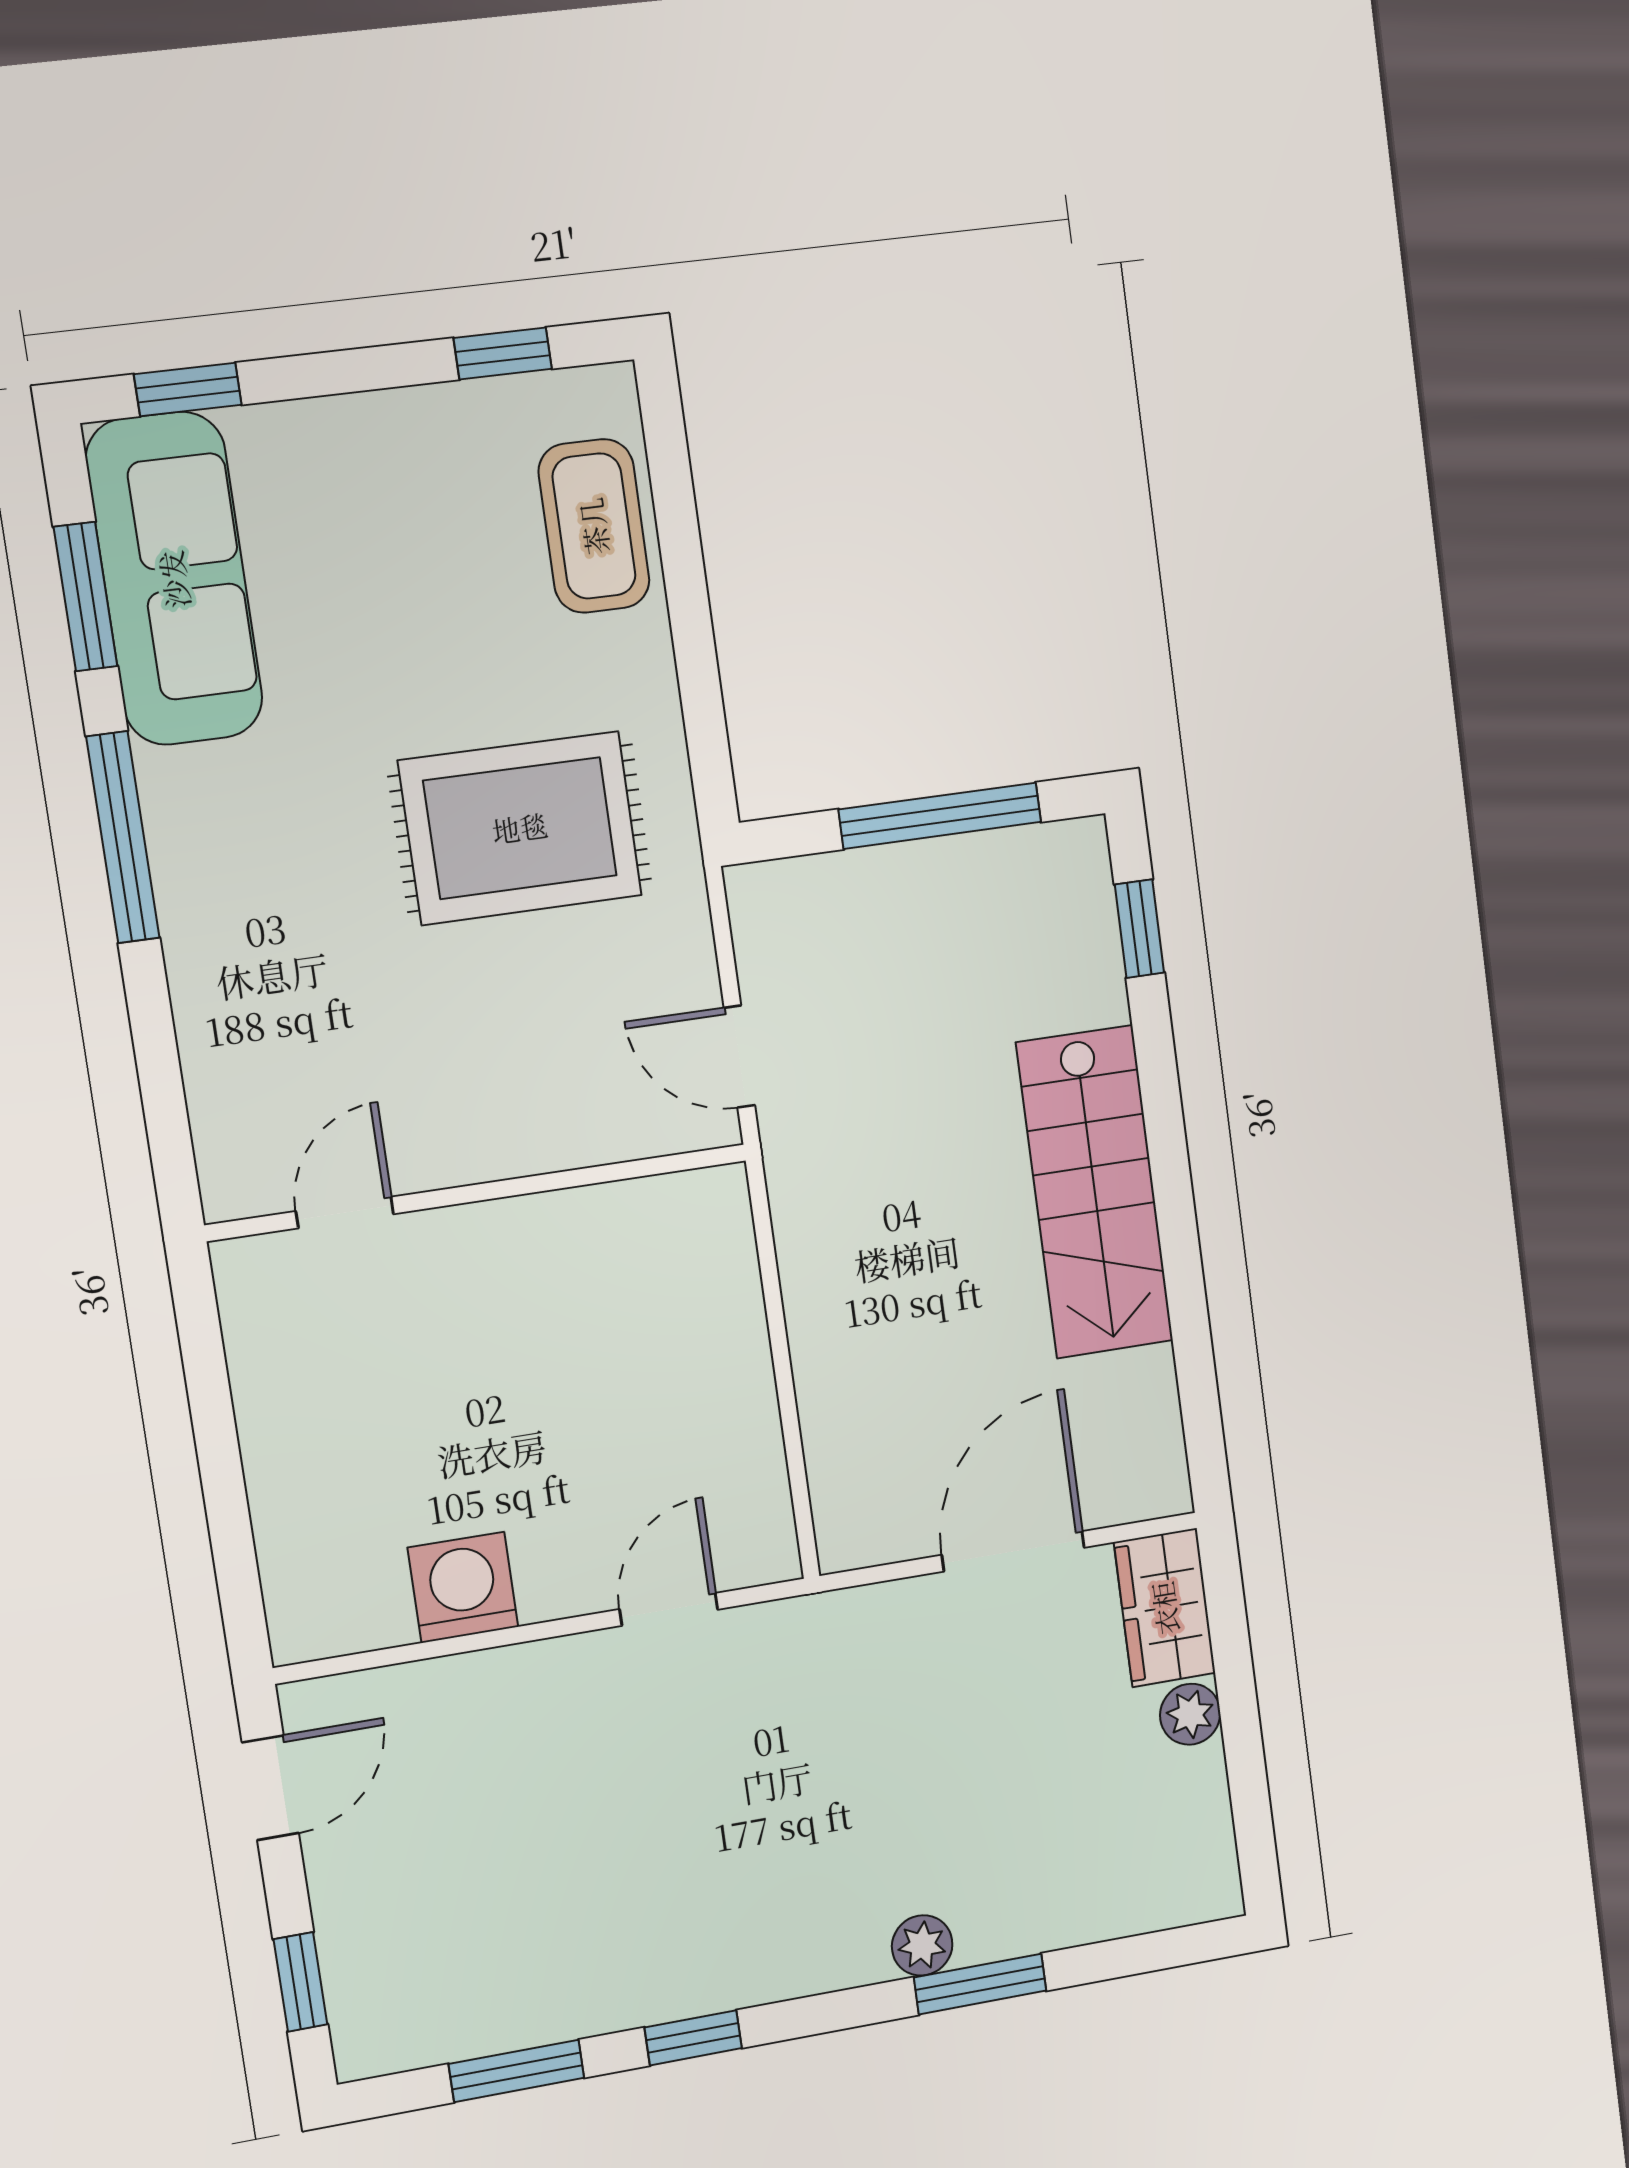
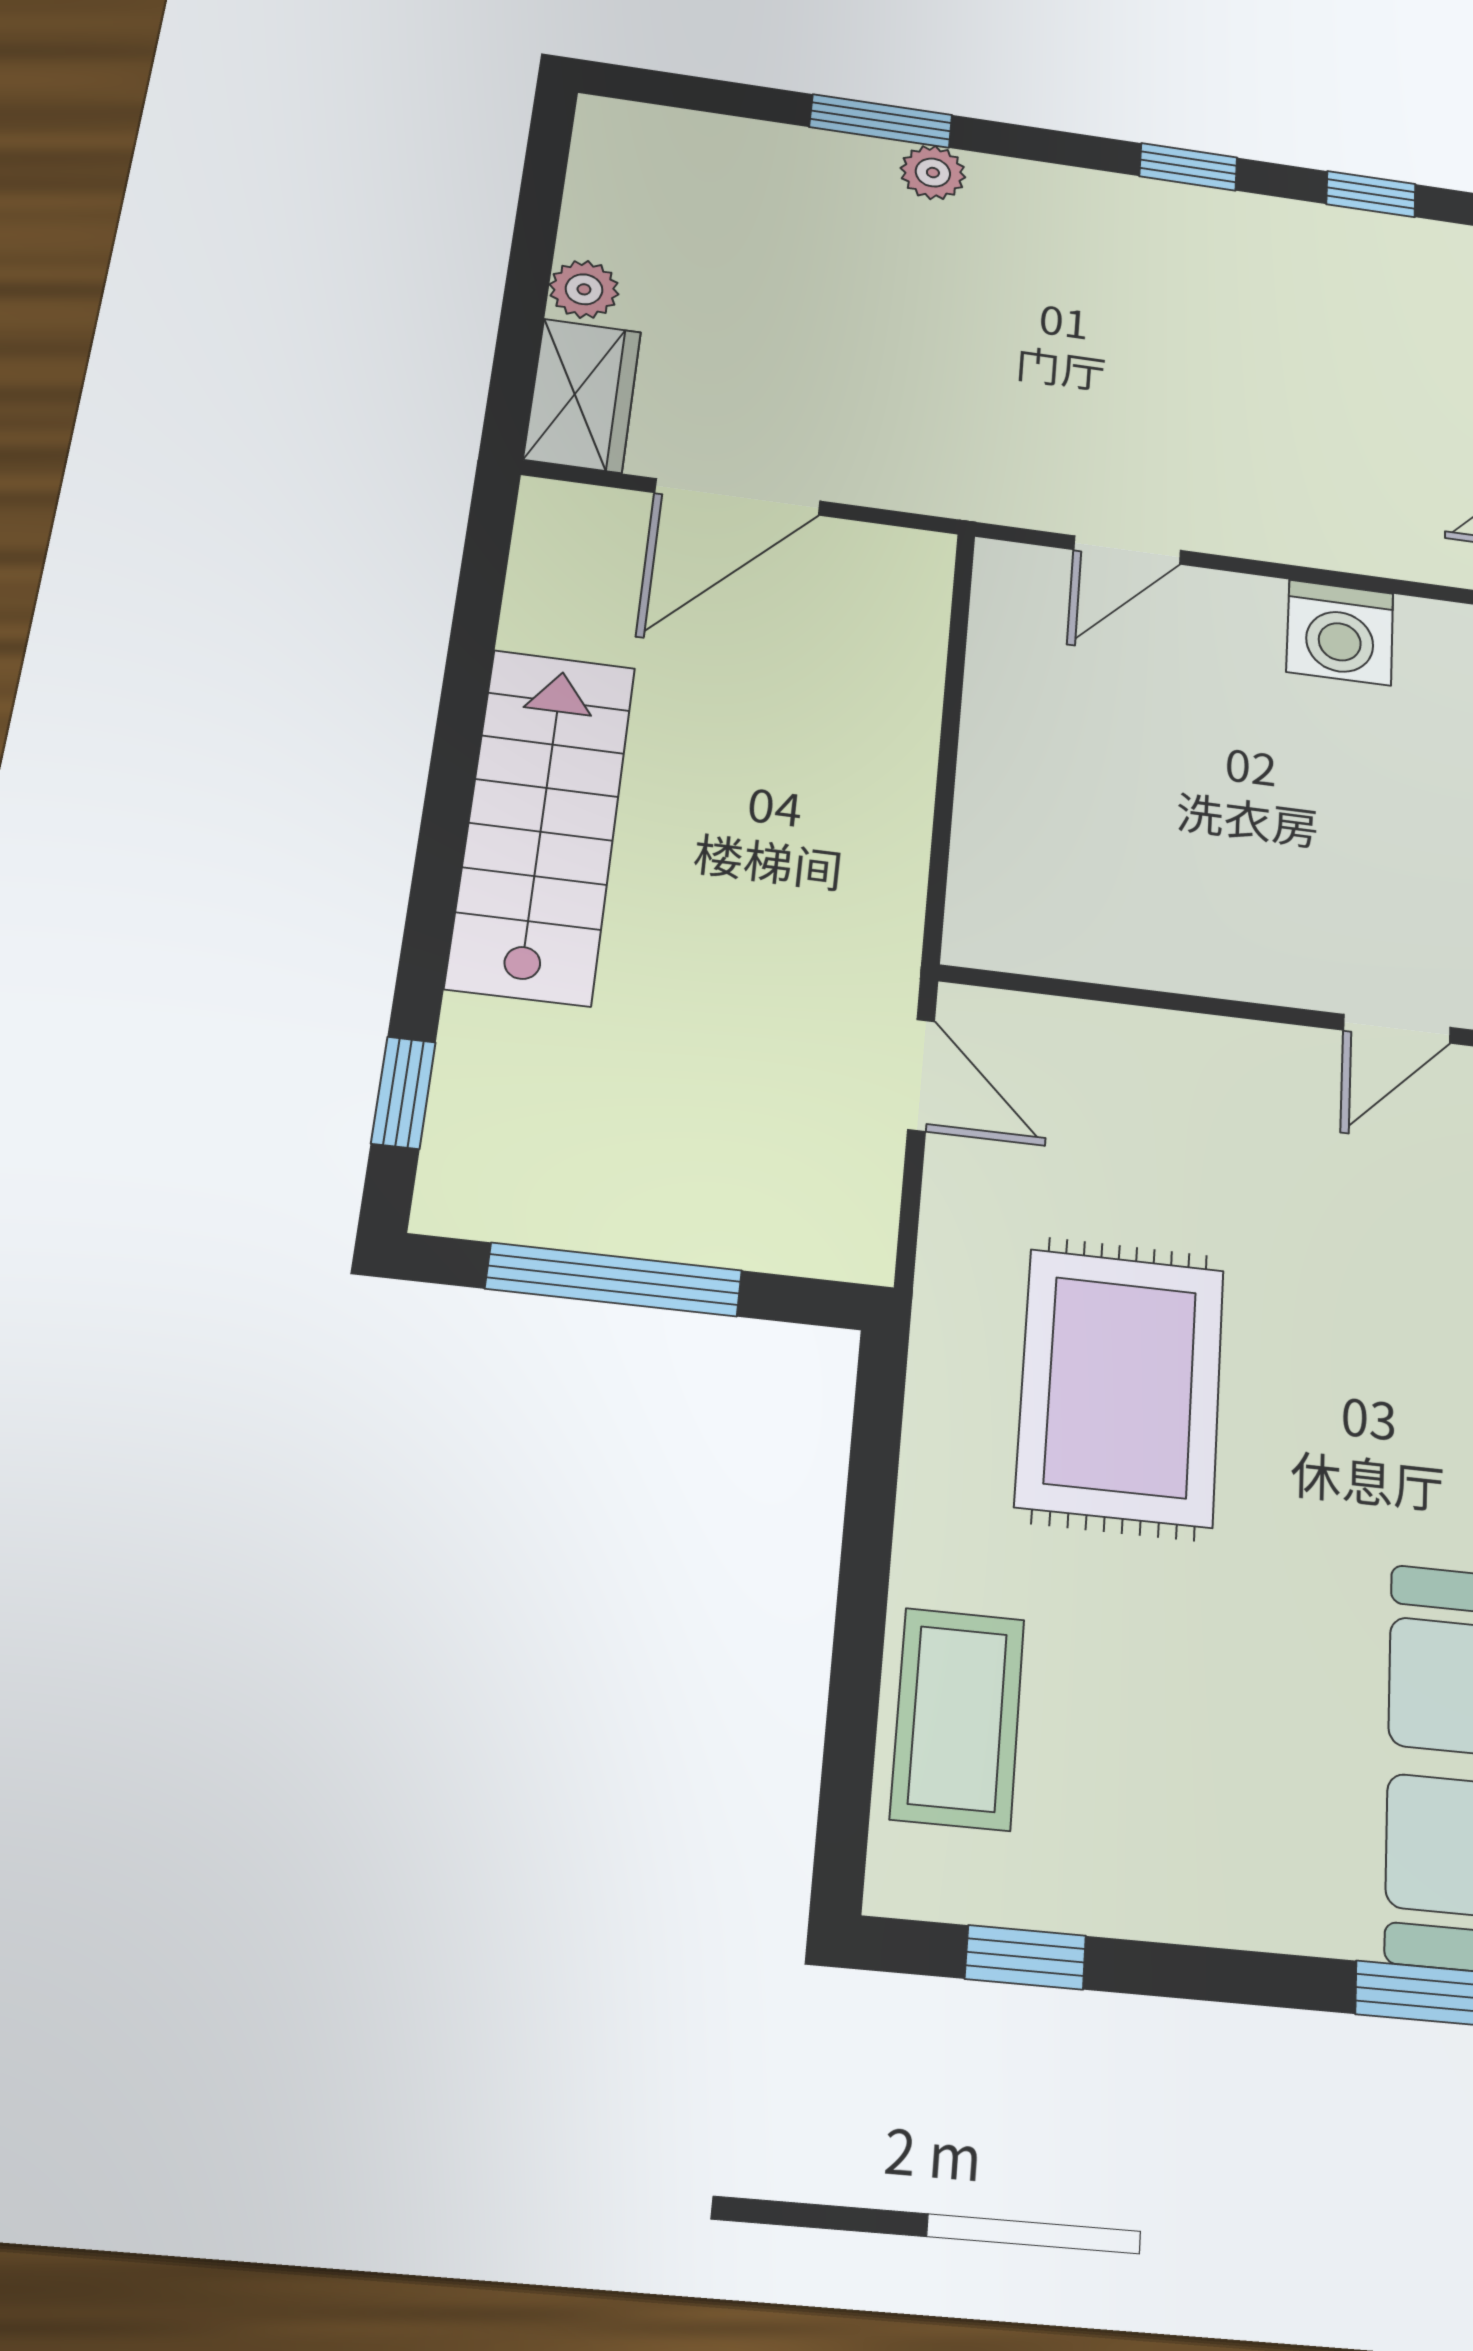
rug: (520, 828) -> (1121, 1387), turned 90
window: (517, 2071) -> (1371, 194), width x0.67

